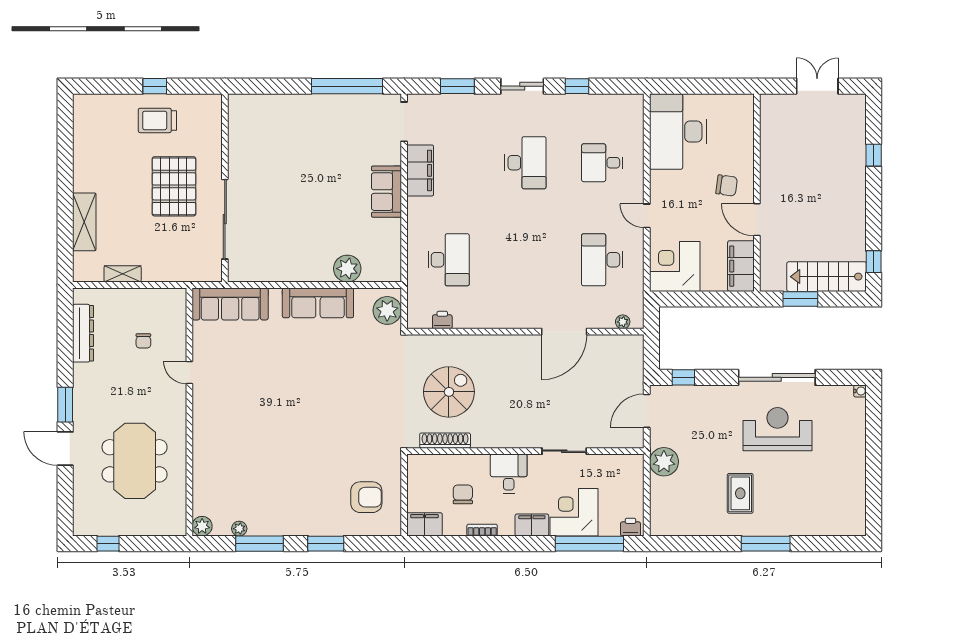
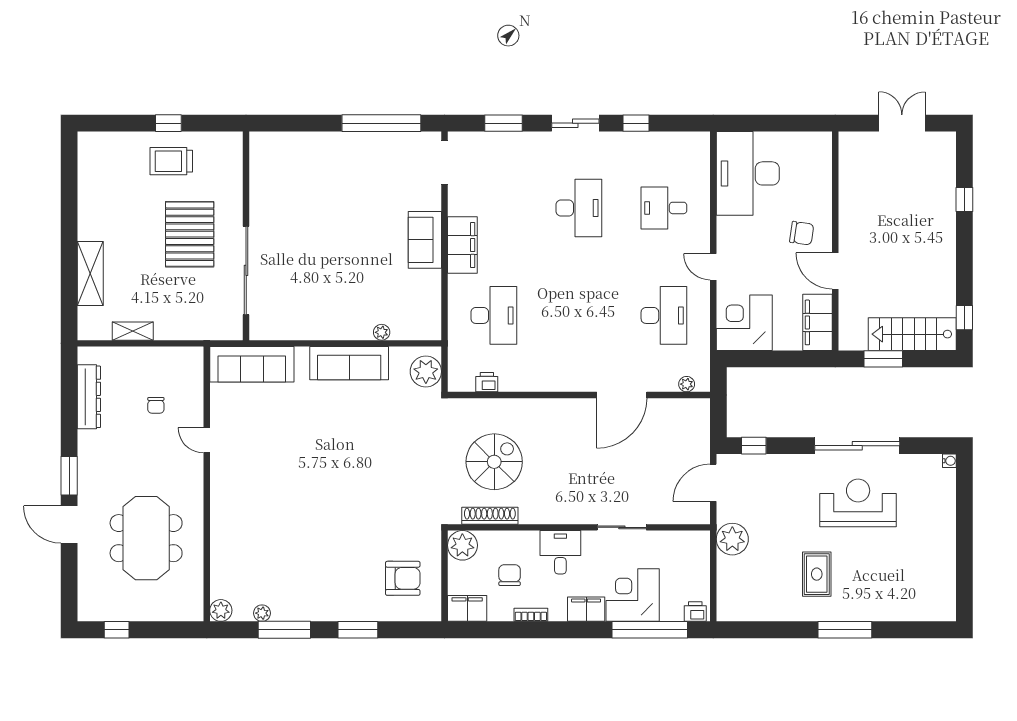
filing cabinet: (420, 170) -> (462, 245), moved
desk: (602, 260) -> (664, 315), turned 180
plant: (347, 269) -> (382, 332), width x0.53, depth x0.53
plant: (420, 467) -> (462, 545), added

